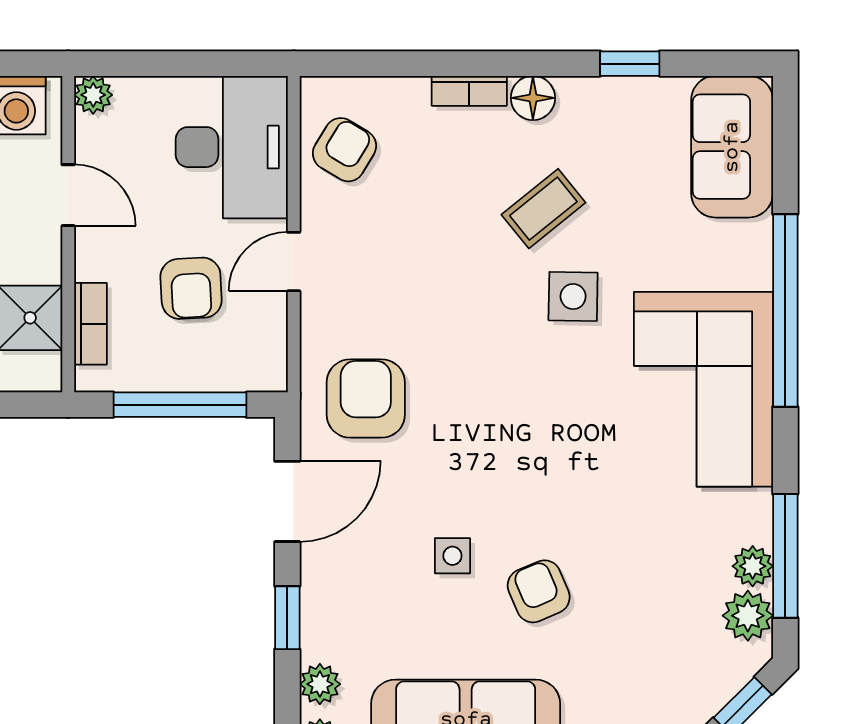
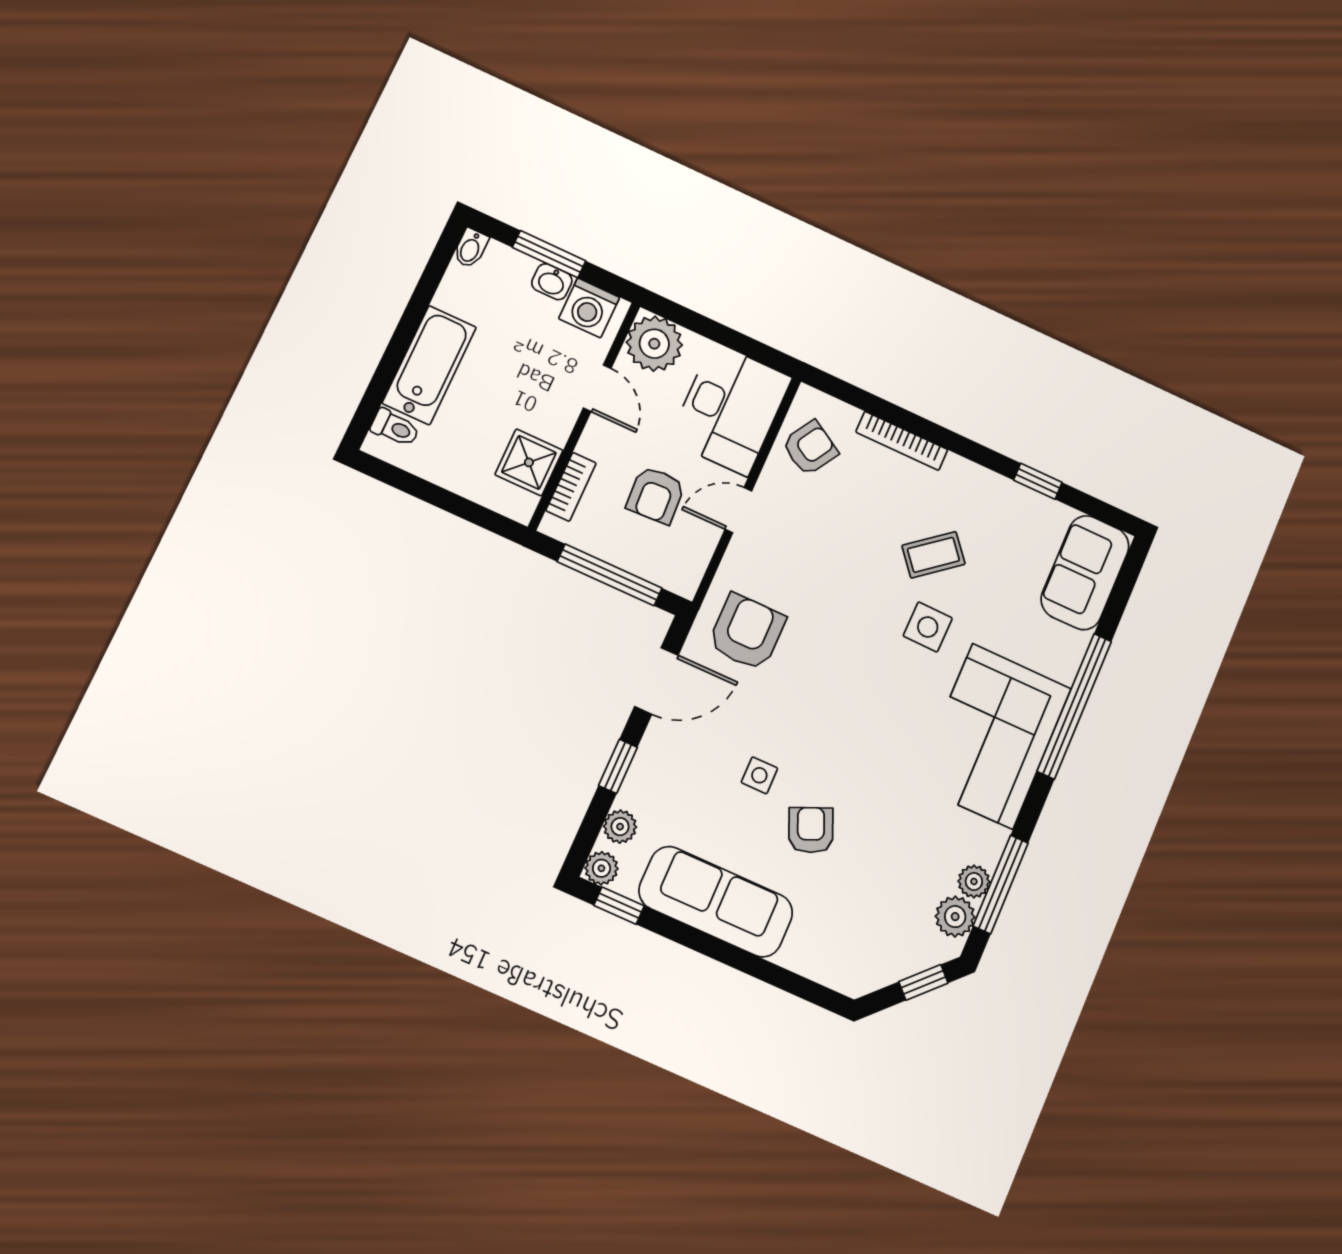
bookcase: (469, 91) -> (902, 441), width x1.56
plant: (93, 95) -> (654, 344), width x1.88, depth x1.88
floor lamp: (533, 98) -> (960, 474), removed

